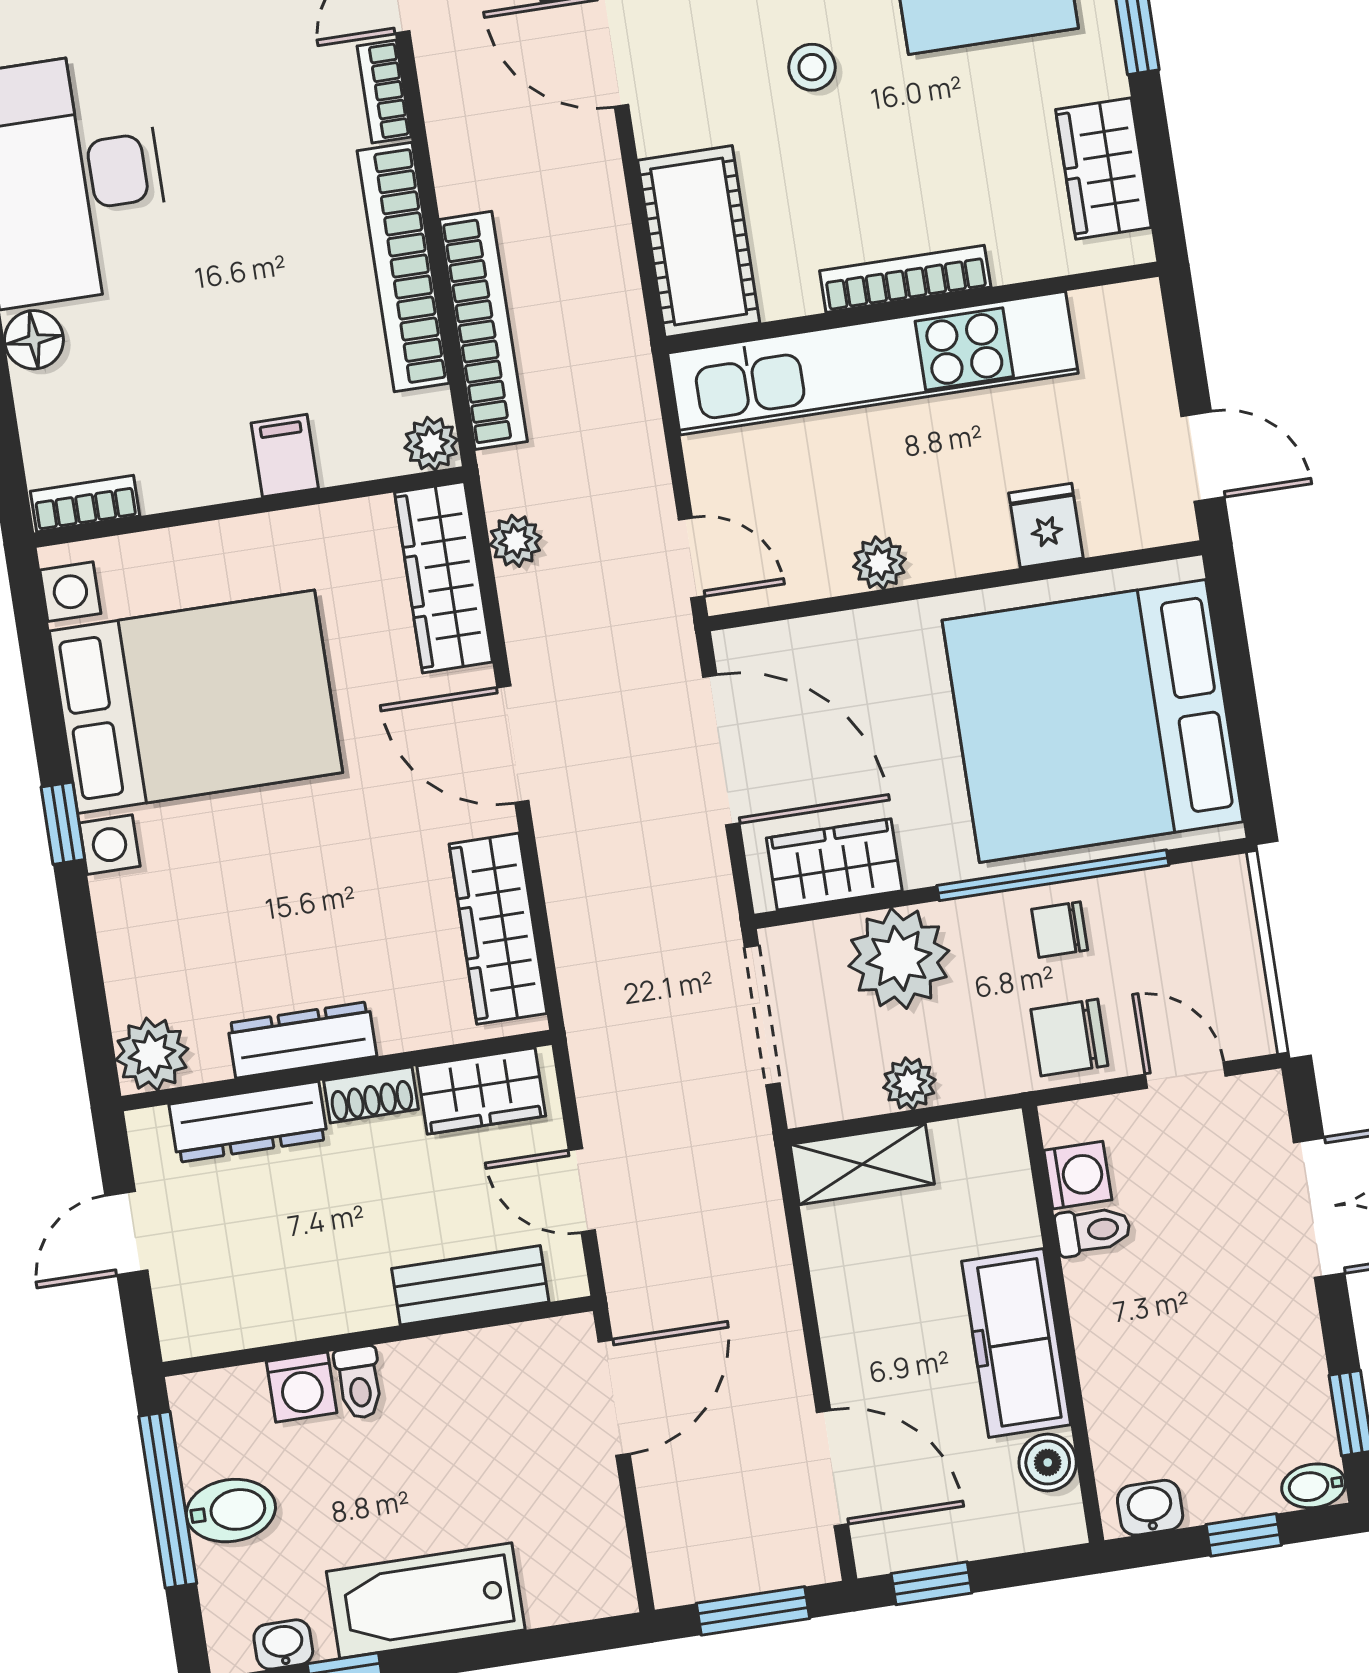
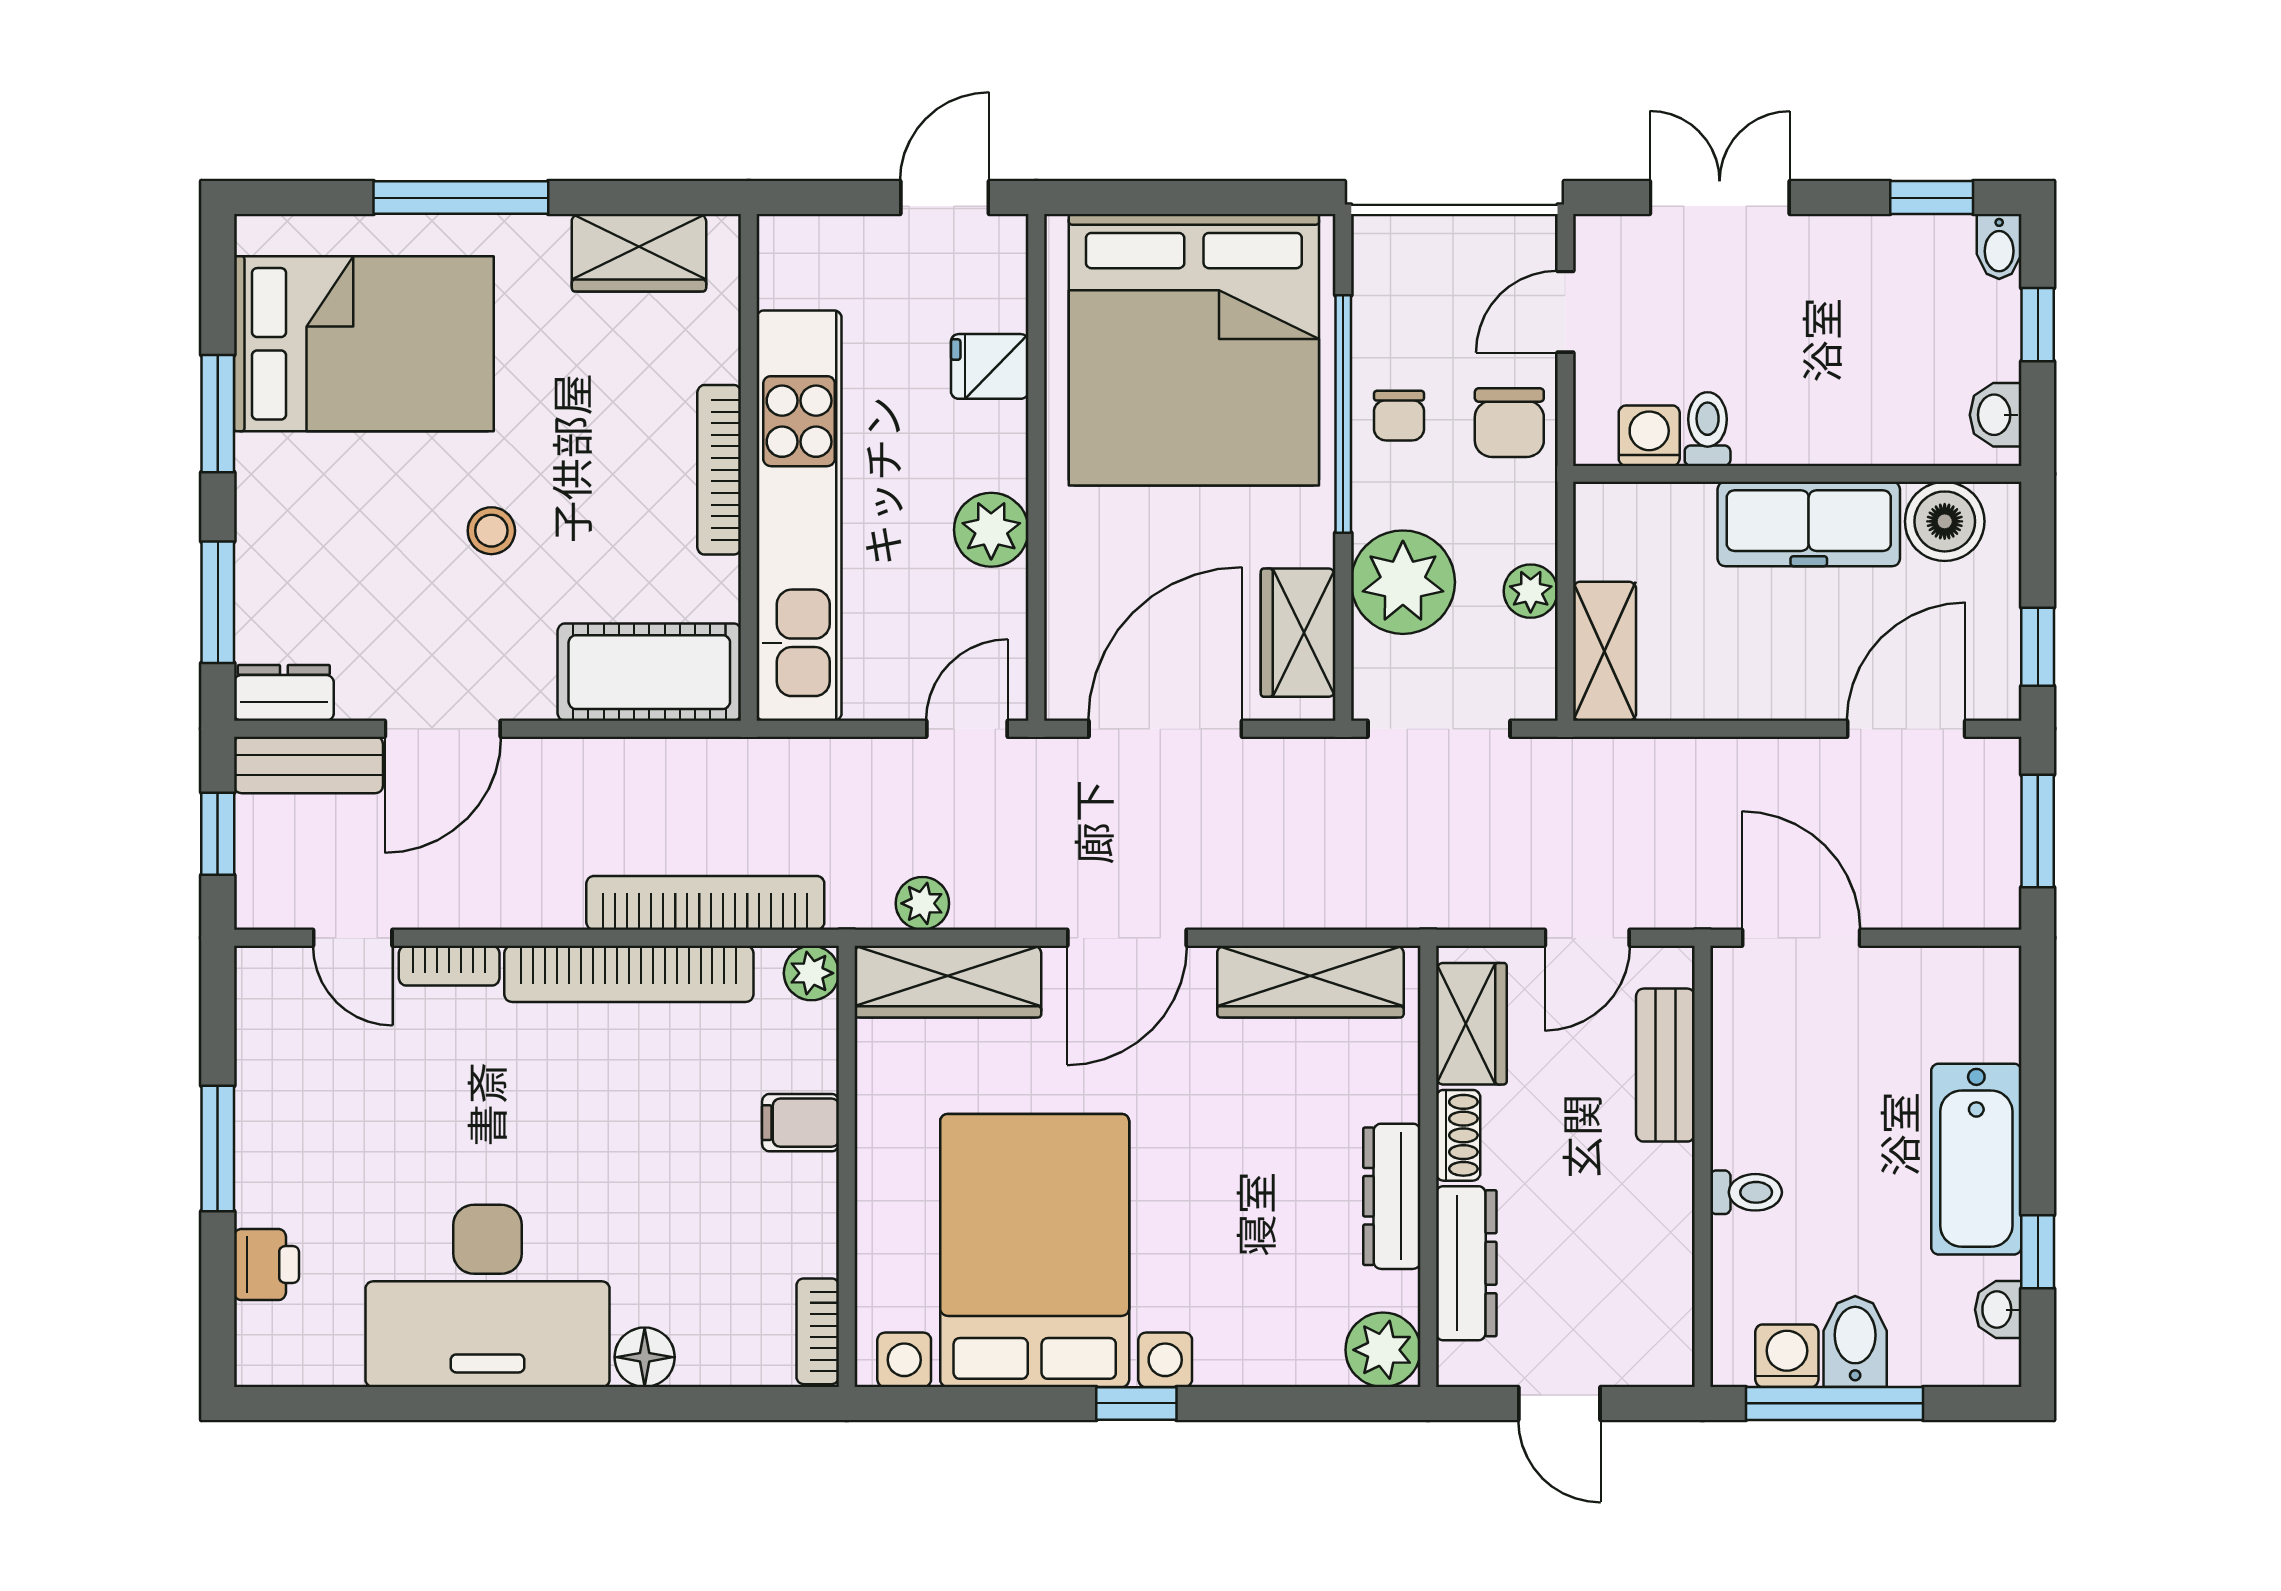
plant: (880, 563) -> (991, 530), width x1.38, depth x1.38
washing machine: (302, 1387) -> (1787, 1356), moved, turned -90
boiler: (1048, 1462) -> (1945, 521), width x1.36, depth x1.36

